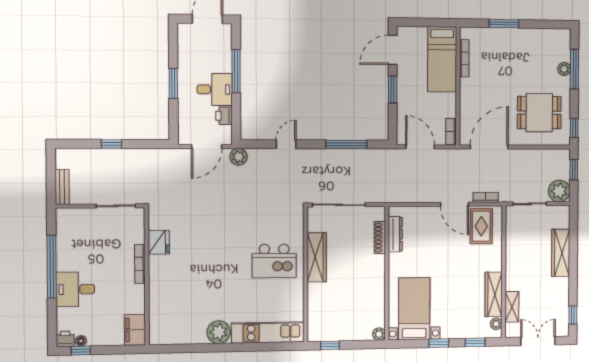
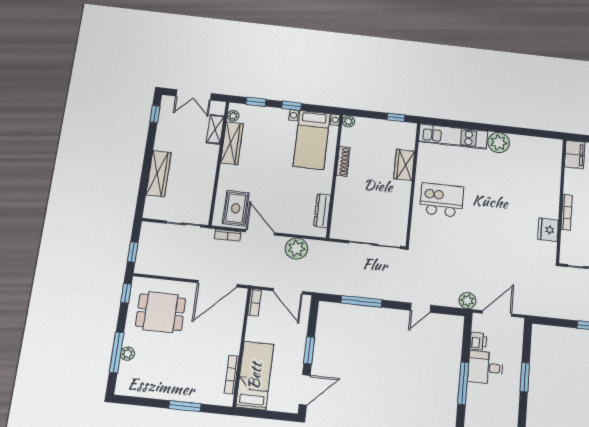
plant: (559, 191) -> (296, 249), moved
shoe rack: (380, 238) -> (343, 161), moved
wardrobe: (317, 257) -> (404, 165), moved, width x0.67

